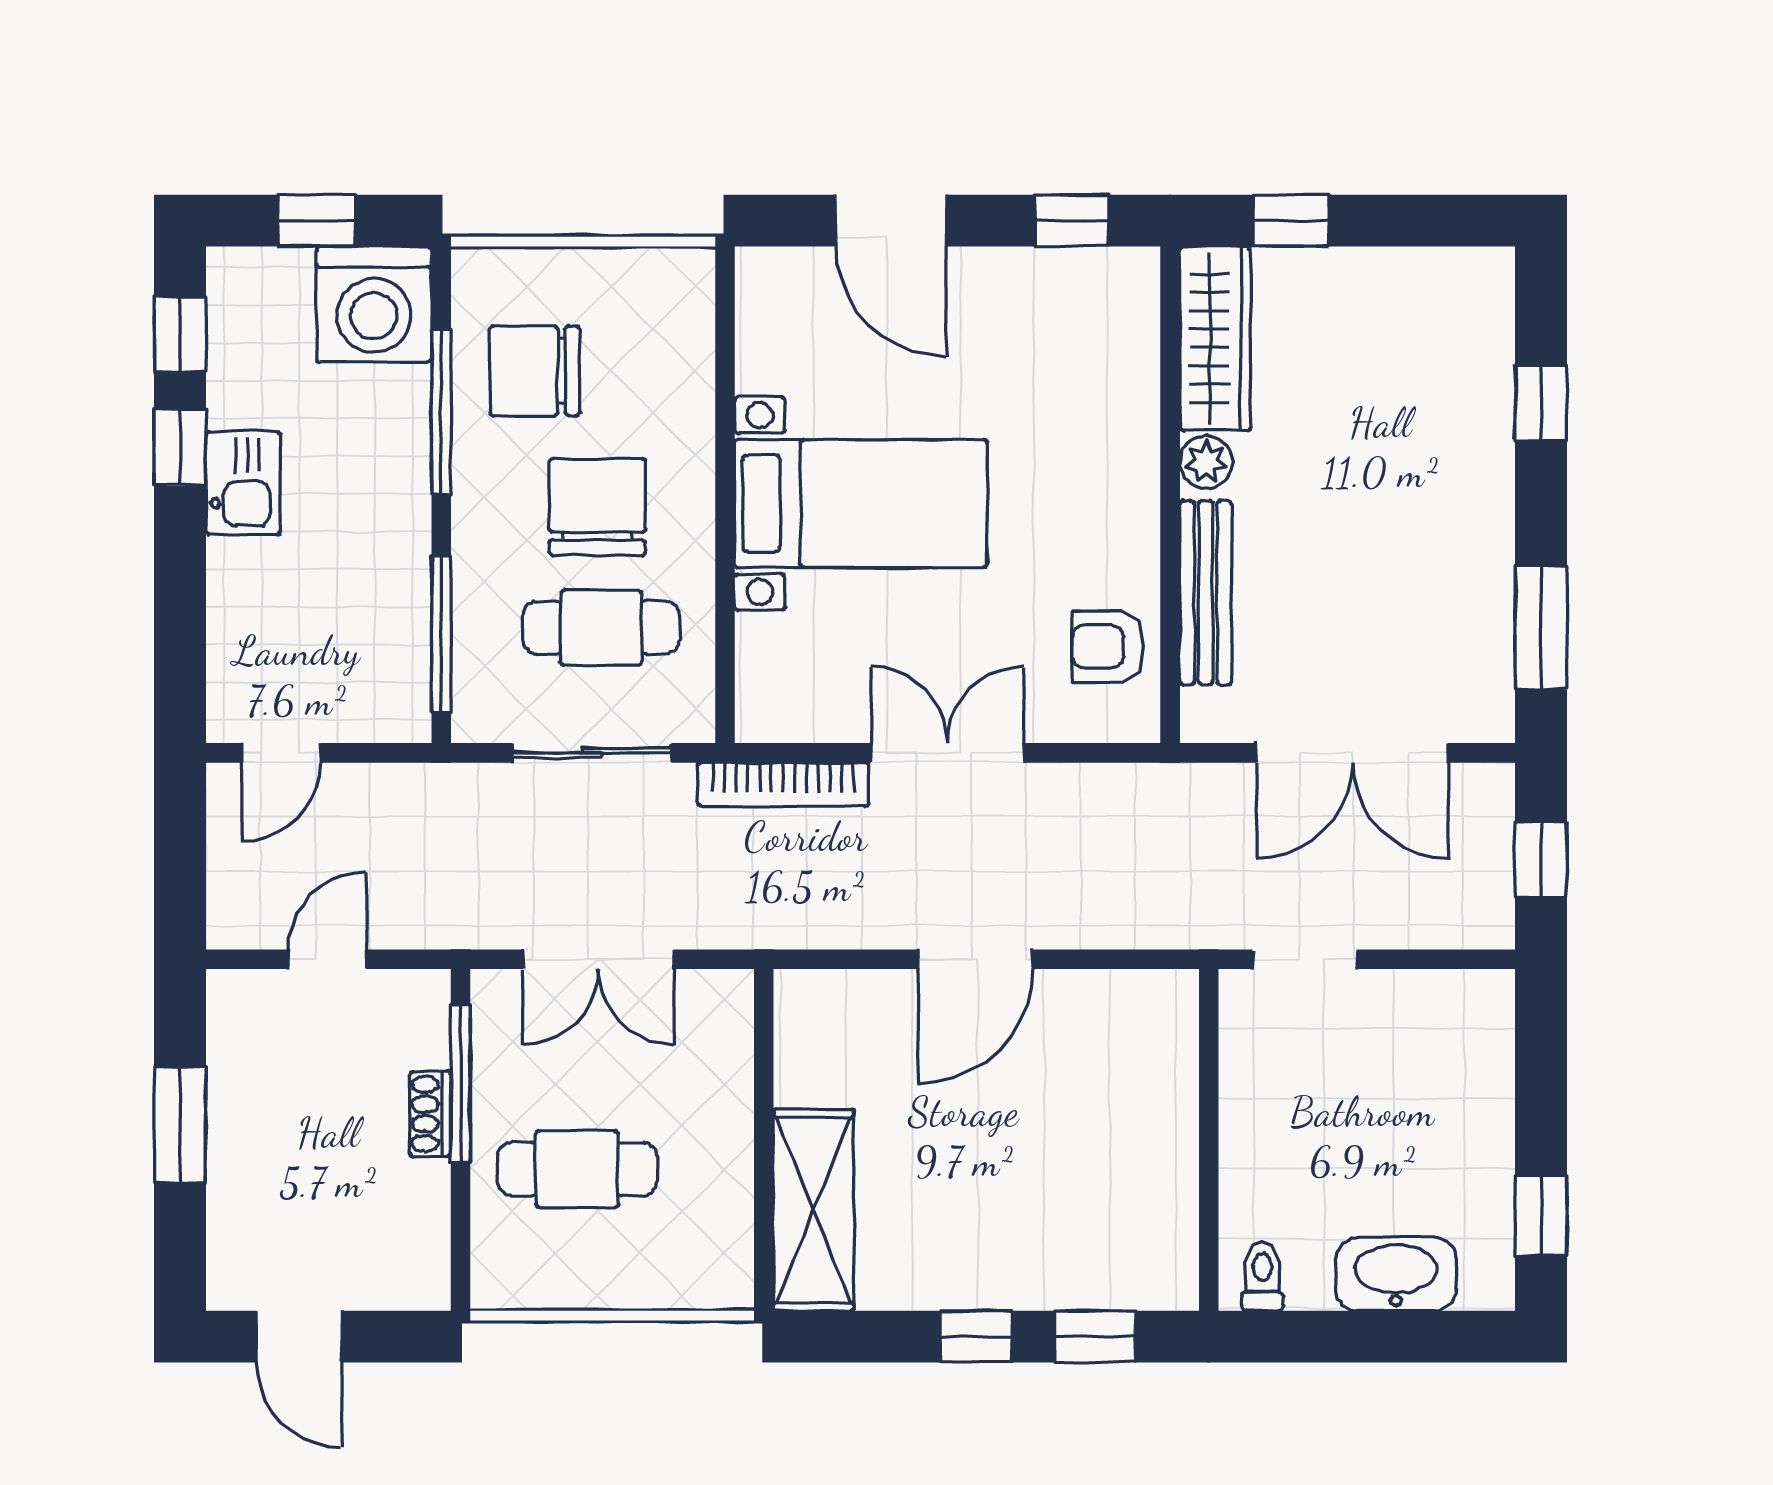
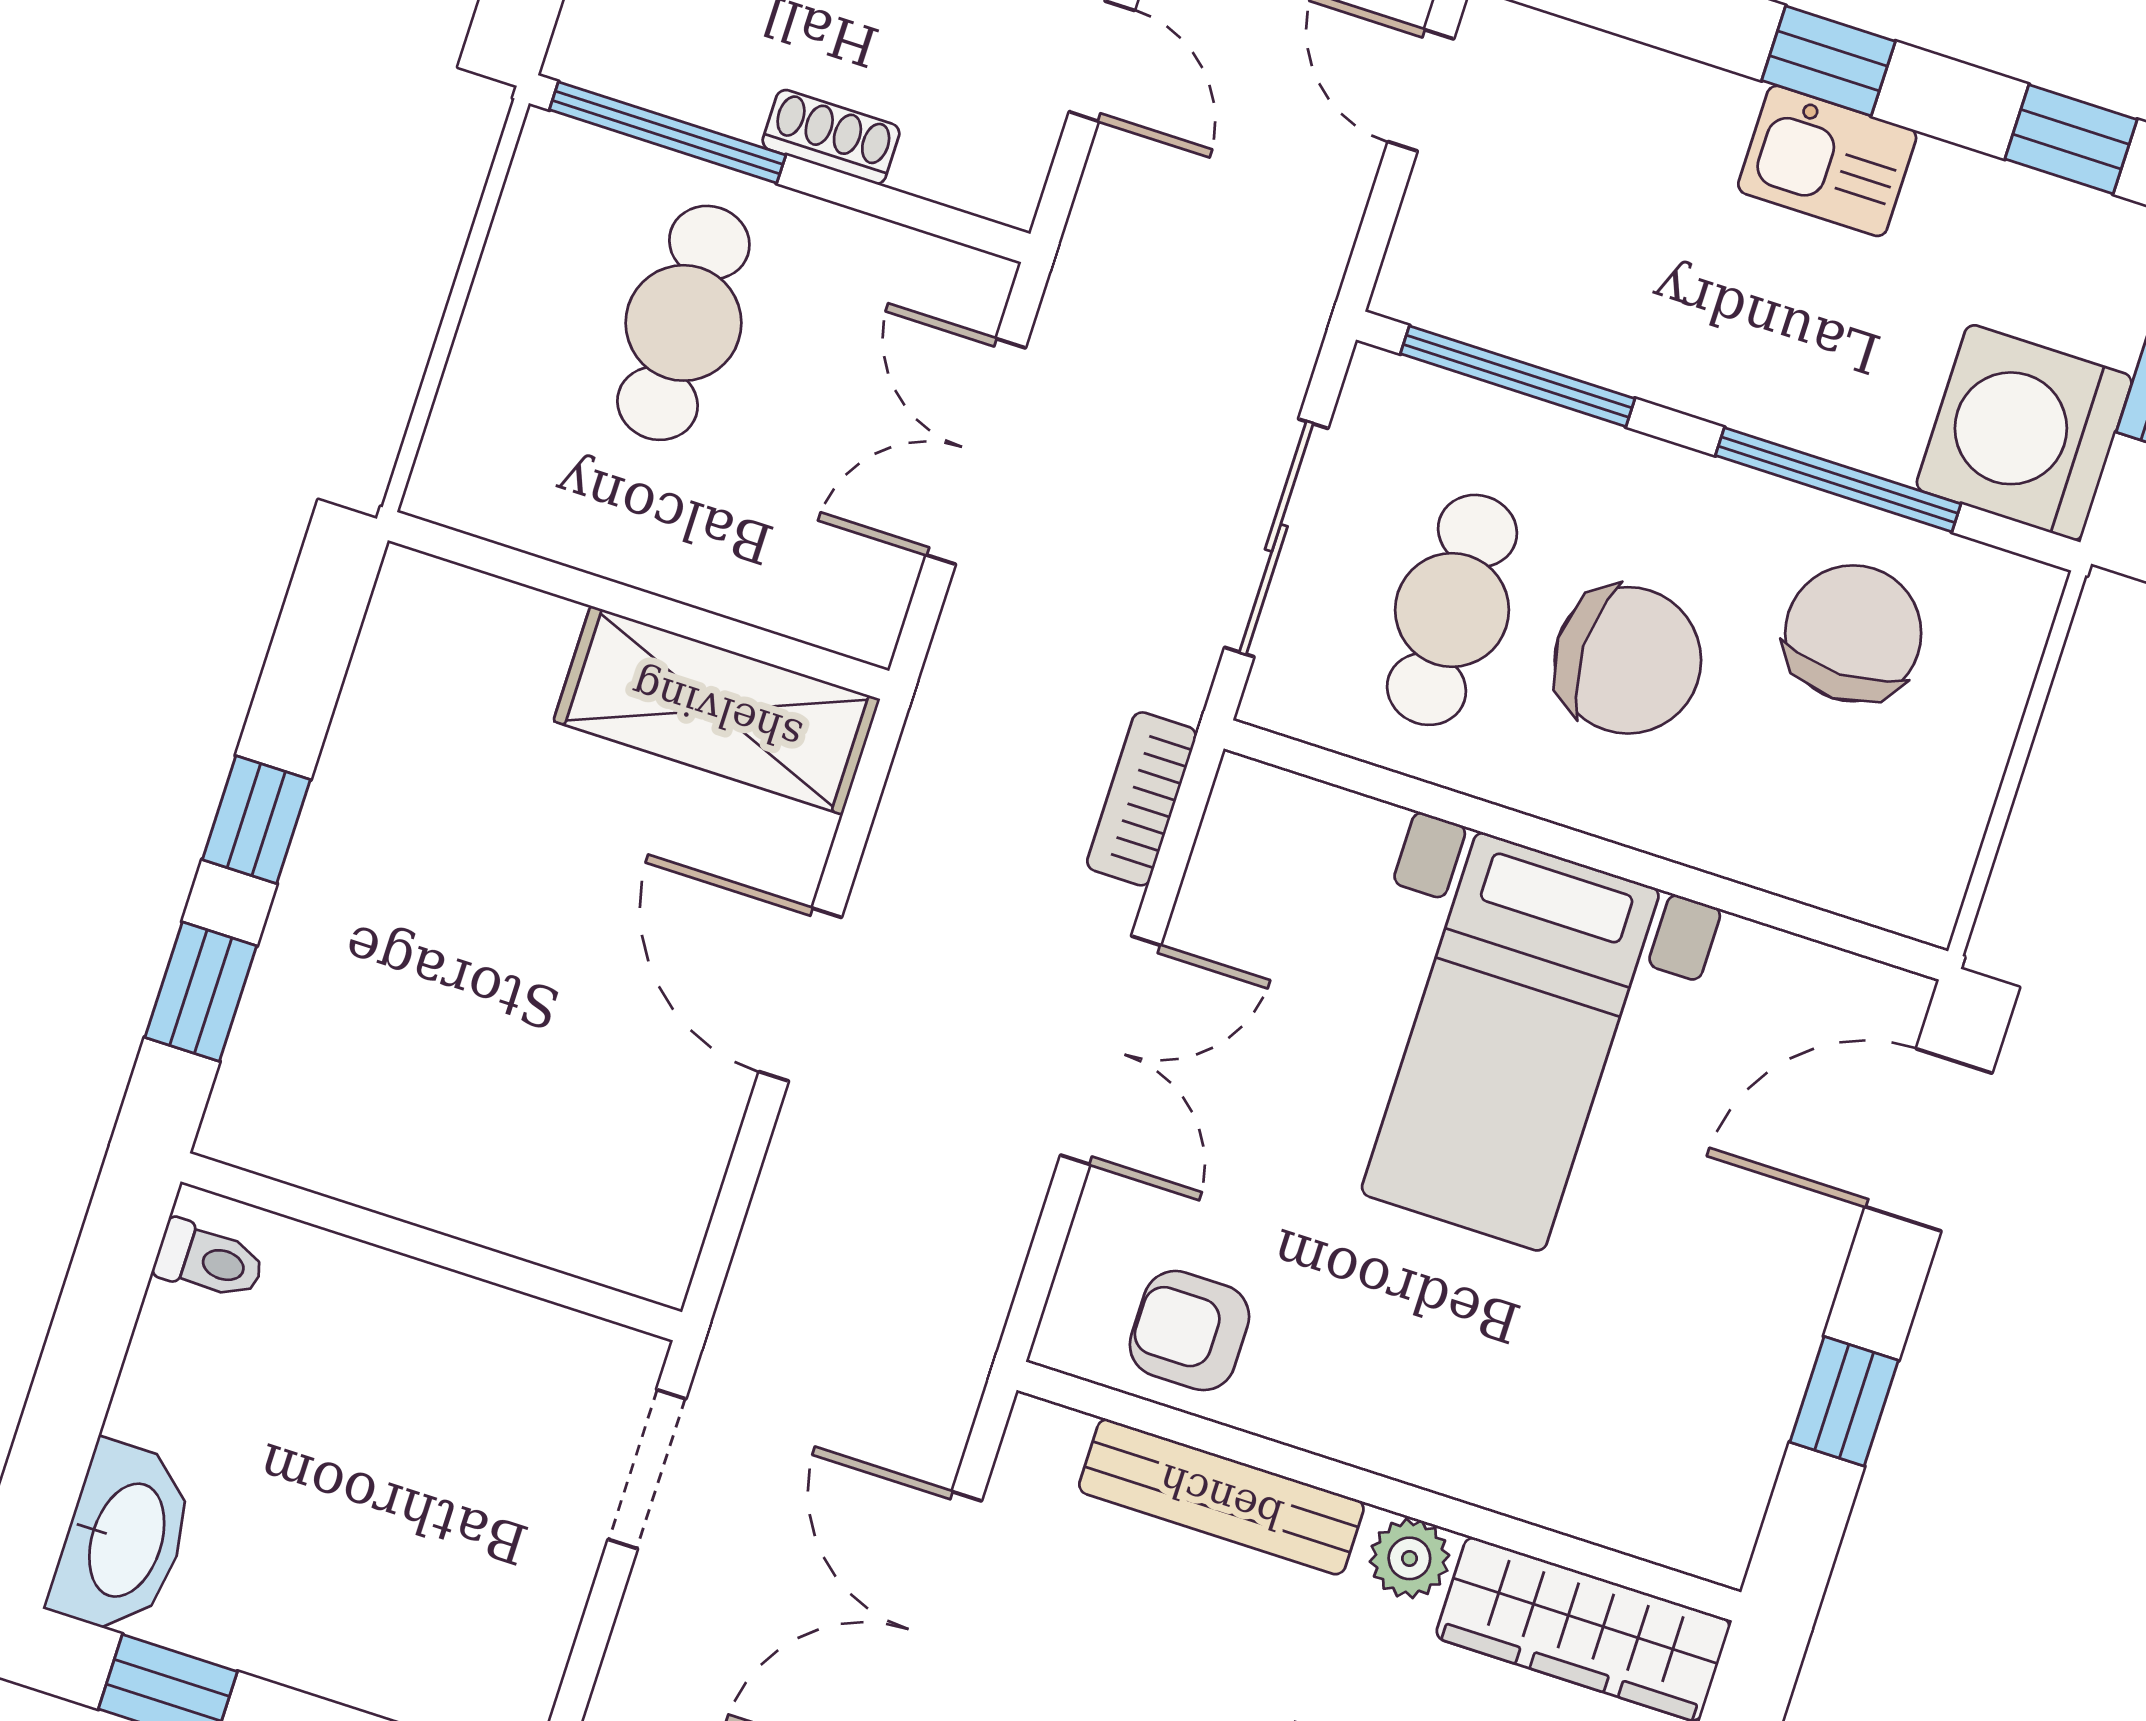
door: (891, 221) -> (1929, 1140), moved
window: (1072, 221) -> (1844, 1401), moved
window: (180, 447) -> (1828, 61), moved
armchair: (1108, 646) -> (1189, 1331), turned -90
bookcase: (783, 784) -> (1142, 799), width x0.64
window: (461, 1084) -> (668, 132), moved
shelving: (814, 1210) -> (717, 710), moved
washbasin: (1396, 1274) -> (124, 1539), moved

